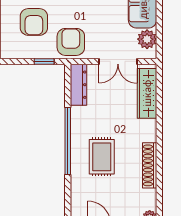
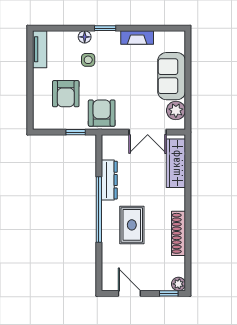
dresser: (78, 85) -> (109, 180), moved

